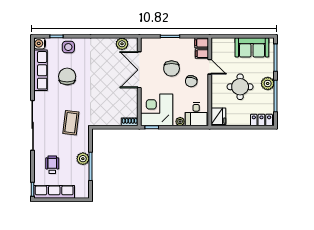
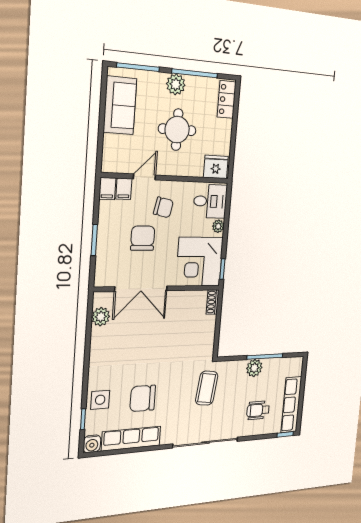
chair: (172, 68) -> (143, 238), turned -90
coffee table: (71, 123) -> (207, 388), turned 90

